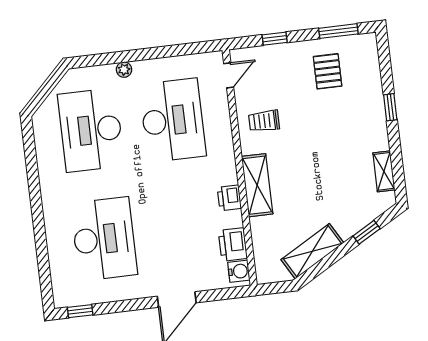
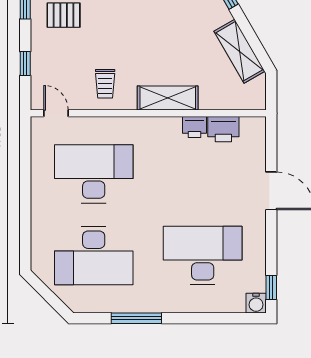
plant: (124, 70) -> (38, 216), removed
window: (33, 180) -> (136, 318), added
printer: (229, 198) -> (194, 127), moved
water cooler: (239, 271) -> (256, 303), moved, turned 180

